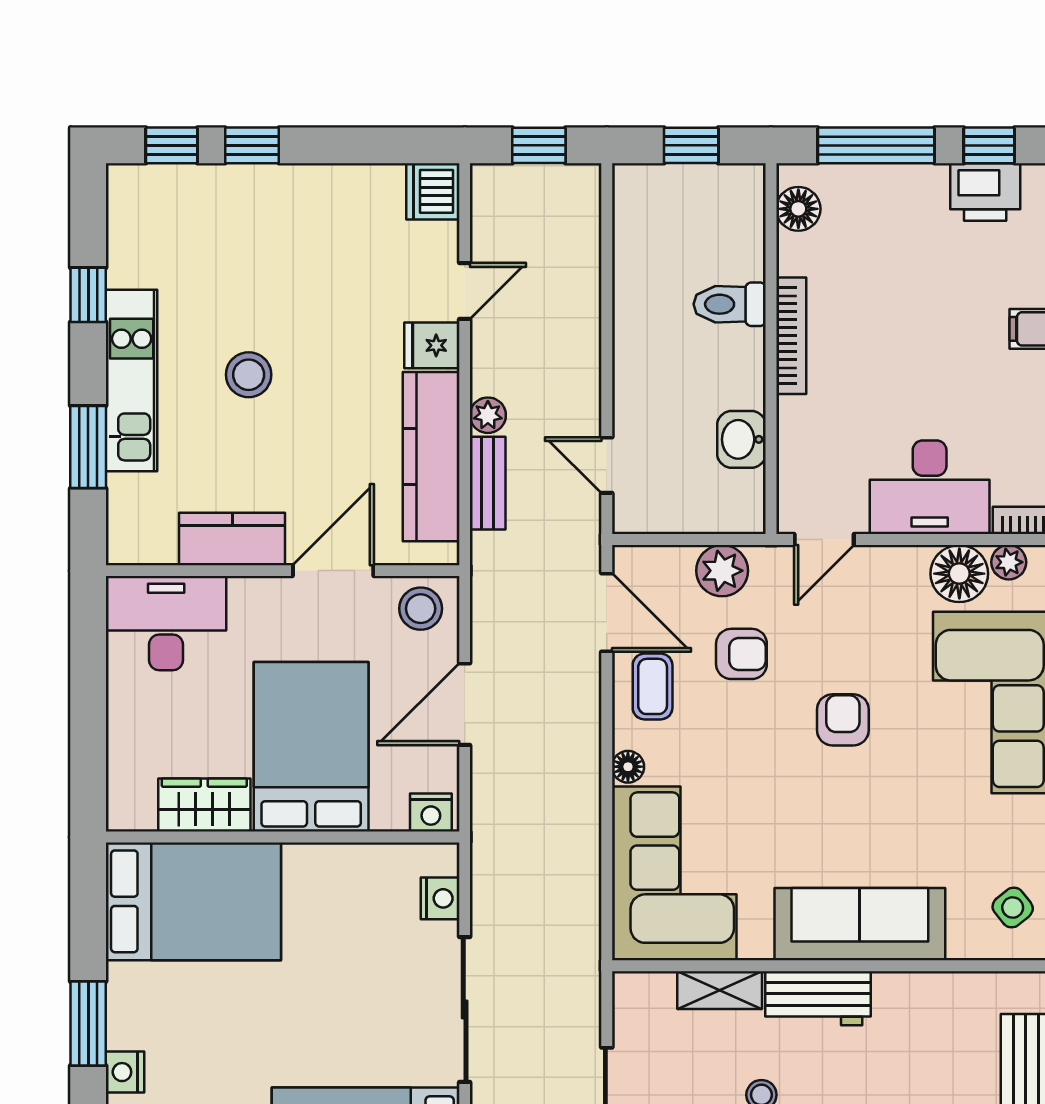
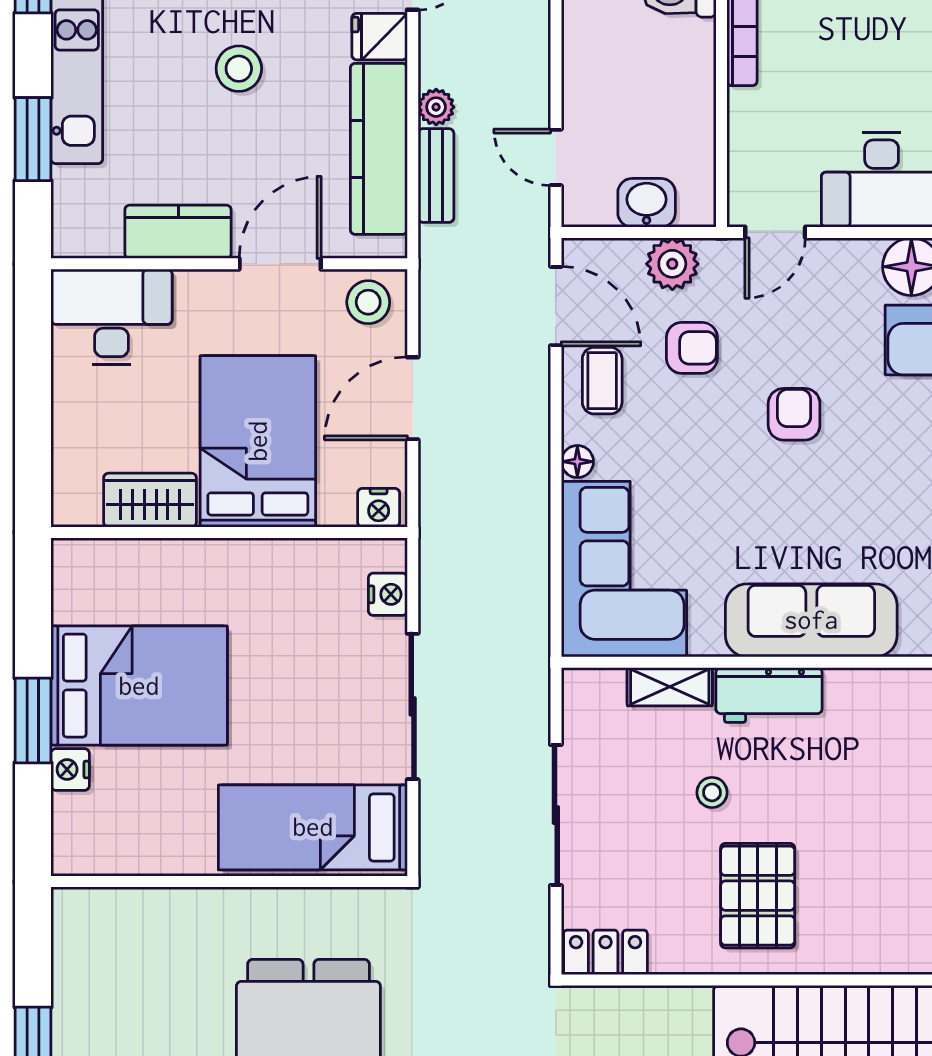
stool: (249, 375) -> (239, 69), moved
washbasin: (741, 439) -> (647, 203), moved, turned 90
bed: (193, 901) -> (139, 686), moved

